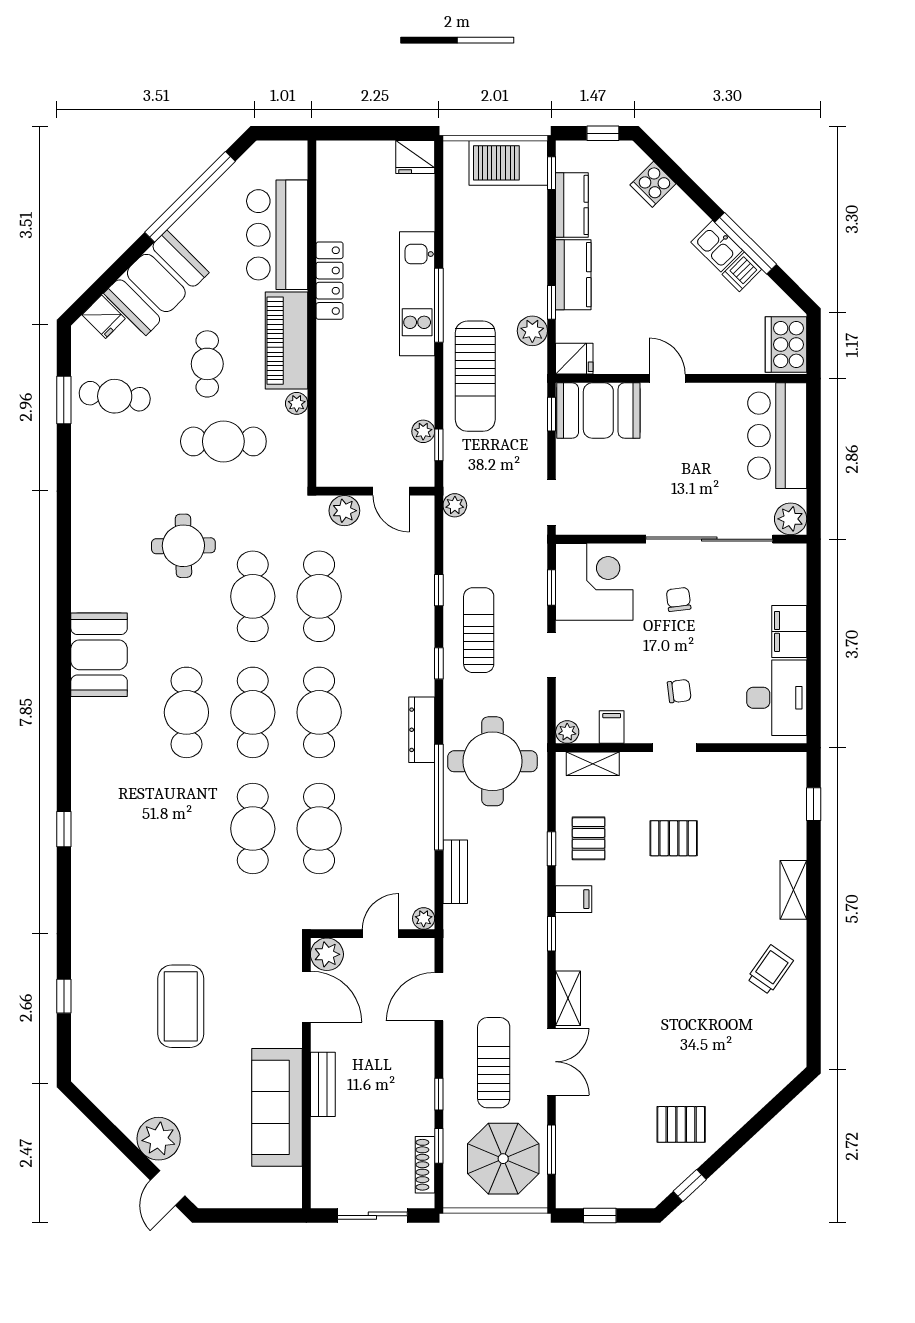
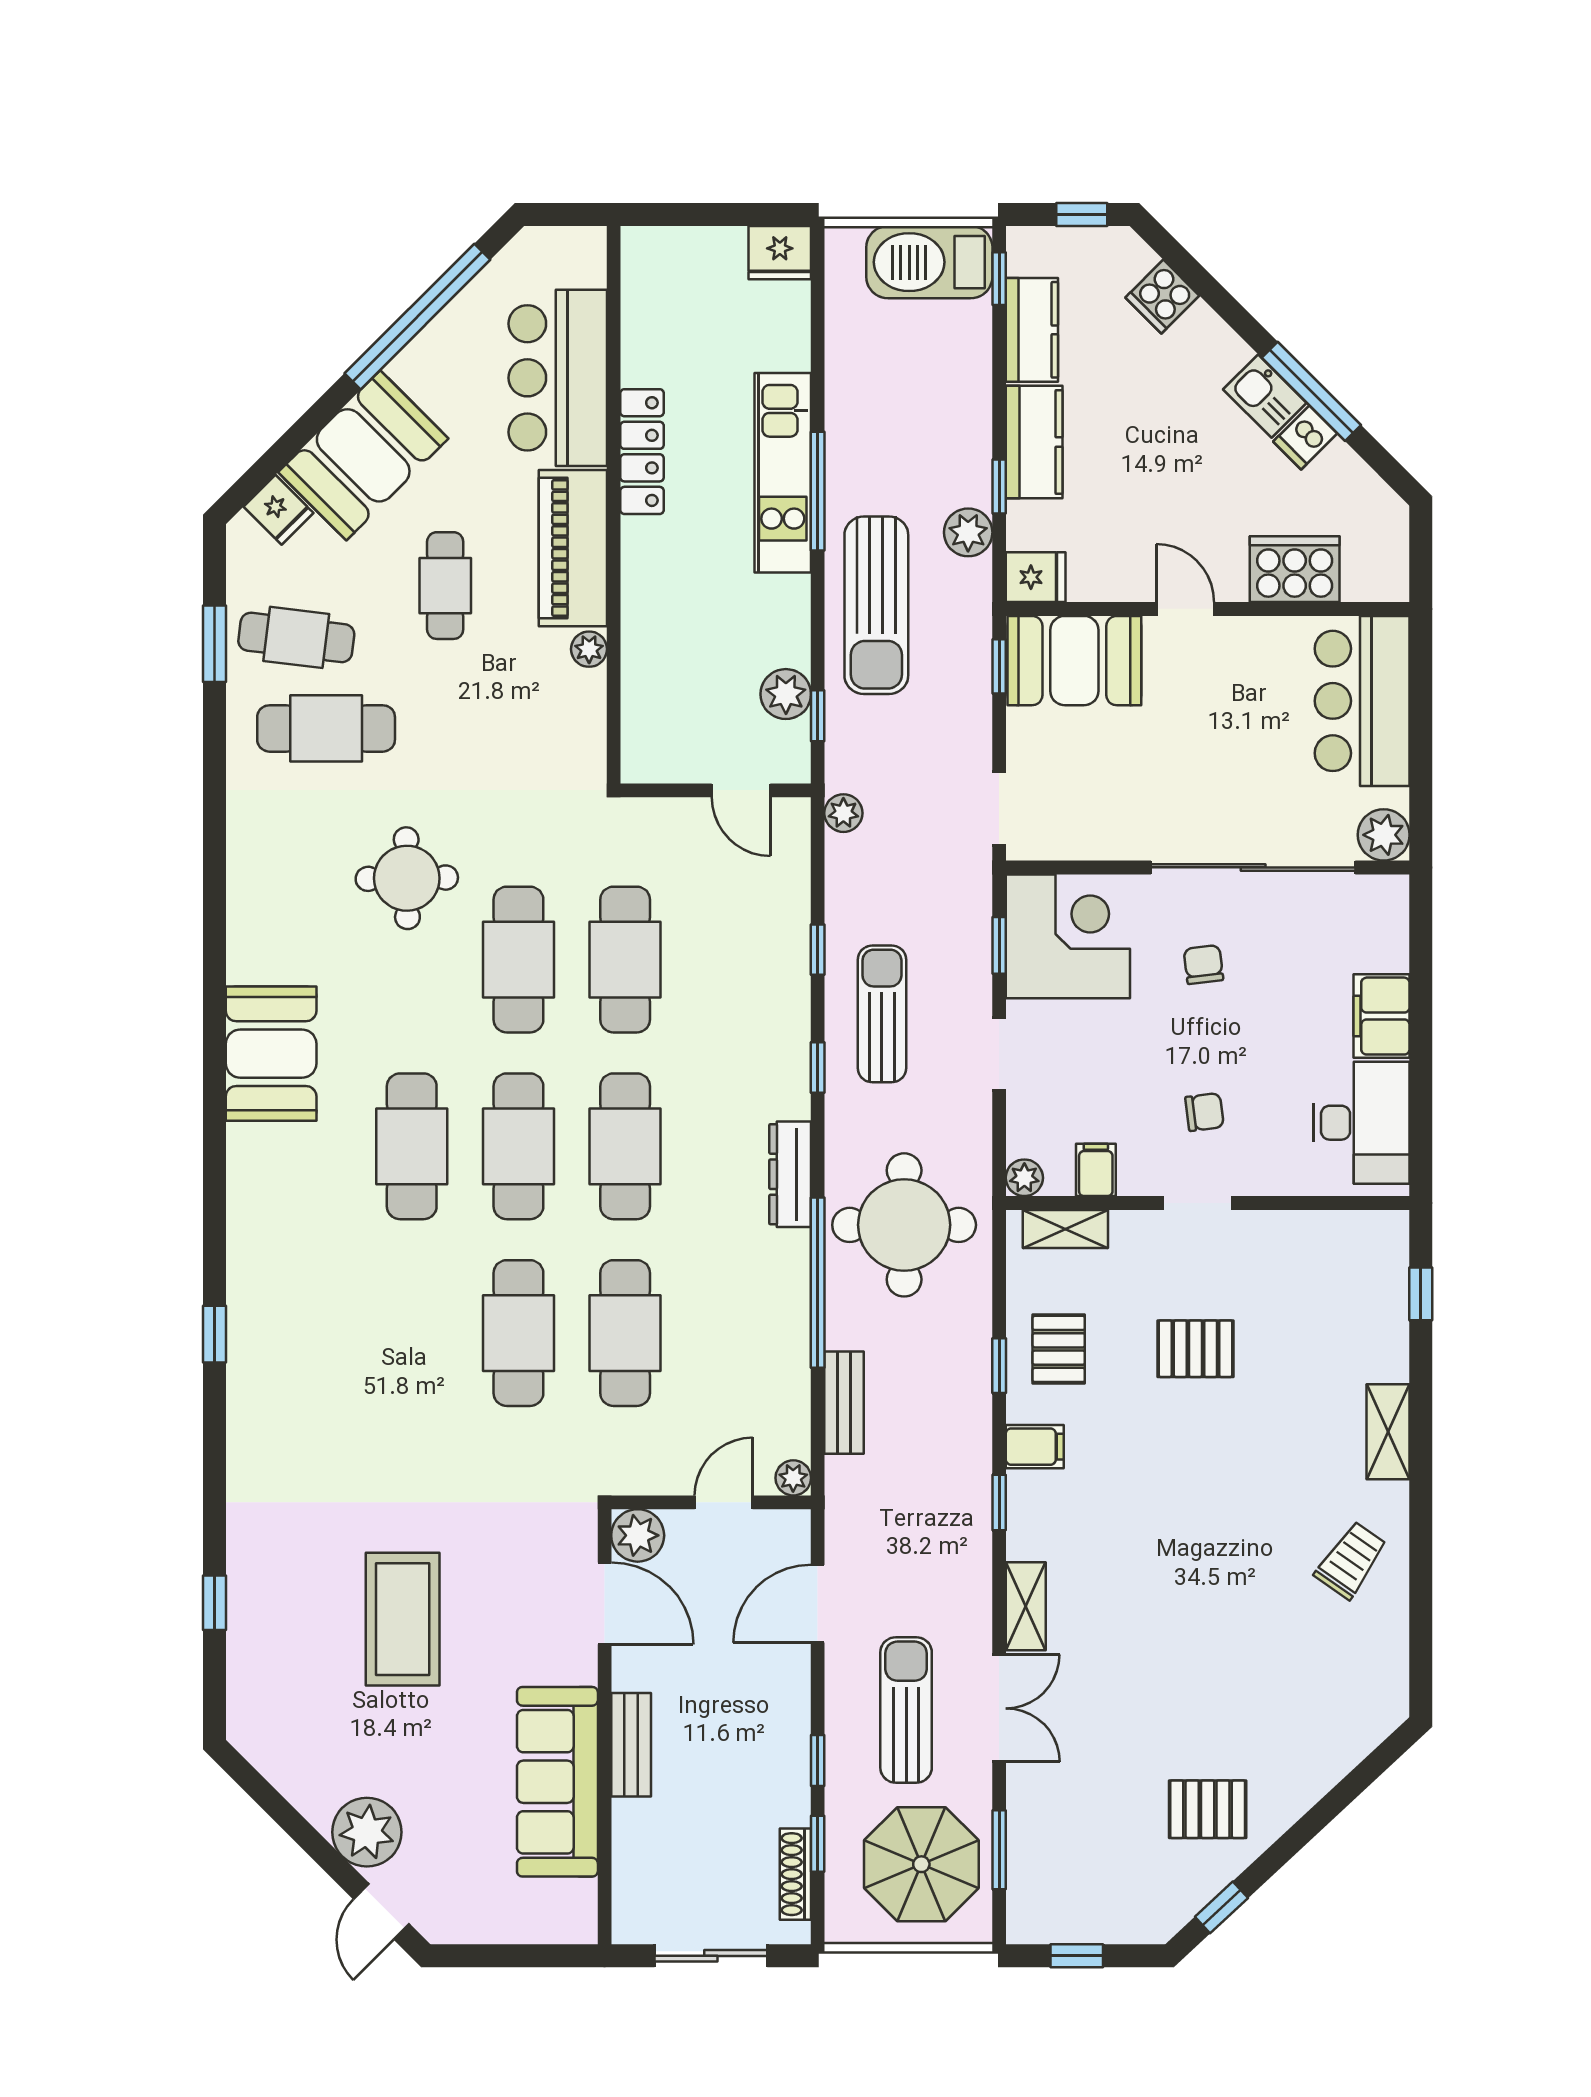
cooker: (786, 345) -> (1295, 569), moved, turned 90
plant: (423, 431) -> (786, 694), width x1.38, depth x1.38
cafe table: (223, 441) -> (326, 728), moved
plant: (344, 511) -> (666, 822), removed

